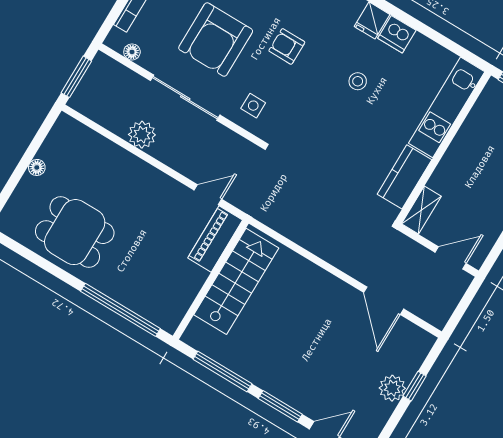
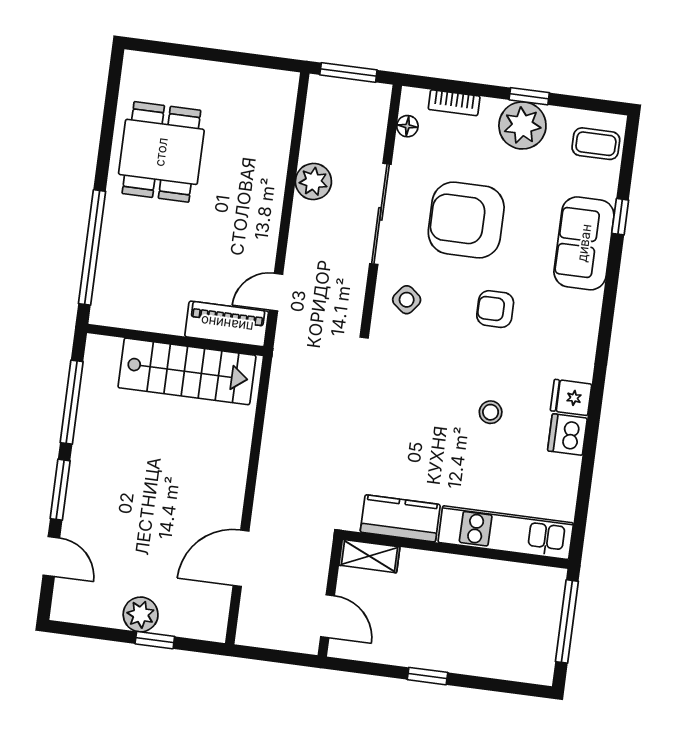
armchair: (287, 46) -> (495, 309), turned -90
side table: (253, 106) -> (407, 300), turned 38
floor lamp: (37, 167) -> (219, 73), removed
door: (208, 195) -> (276, 292), swing flipped

